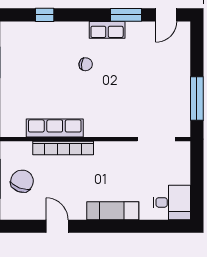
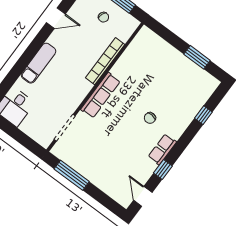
window: (126, 15) -> (163, 170), width x0.67
row of seats: (55, 128) -> (100, 95), moved
chair: (22, 181) -> (103, 17), width x0.54, depth x0.54

